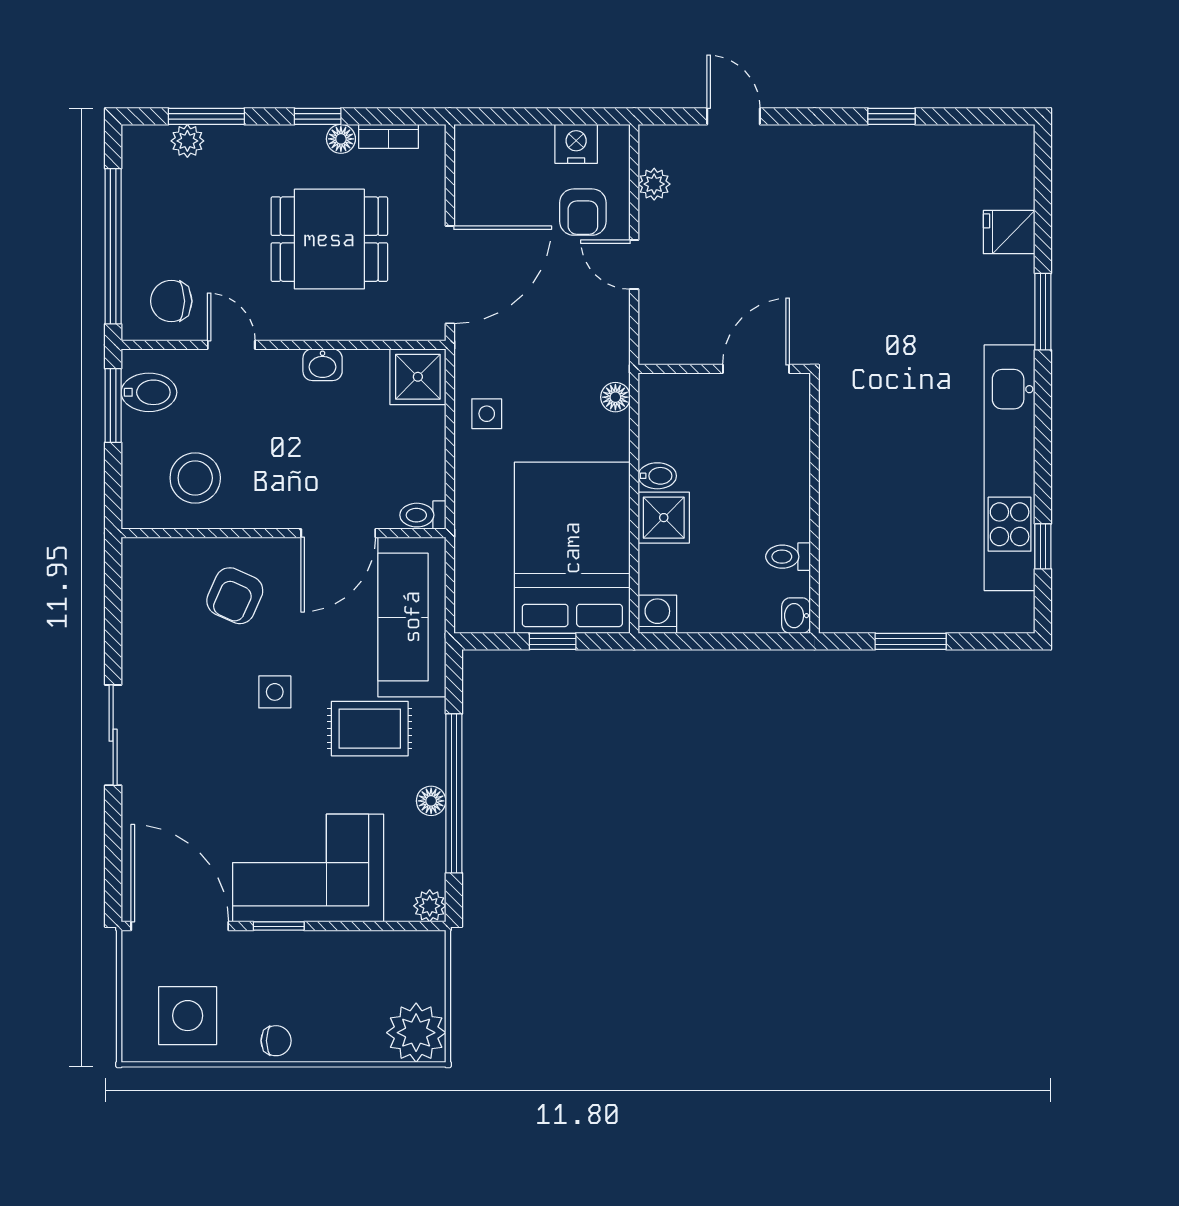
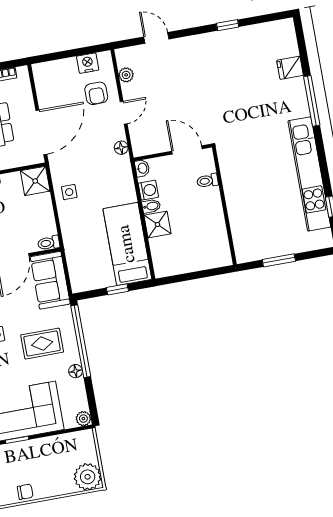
door: (634, 264) -> (124, 113), swing flipped
window: (1043, 312) -> (312, 101), width x1.44
door: (756, 369) -> (187, 150), hinge flipped
floor lamp: (615, 397) -> (121, 148), moved
bed: (572, 548) -> (127, 244), width x0.67
toilet: (788, 557) -> (207, 181), moved
washing machine: (657, 614) -> (148, 190), moved, turned 90
washbasin: (796, 616) -> (142, 168), moved, turned 180
sofa: (412, 617) -> (50, 280), width x0.73
window: (454, 793) -> (81, 341), moved

